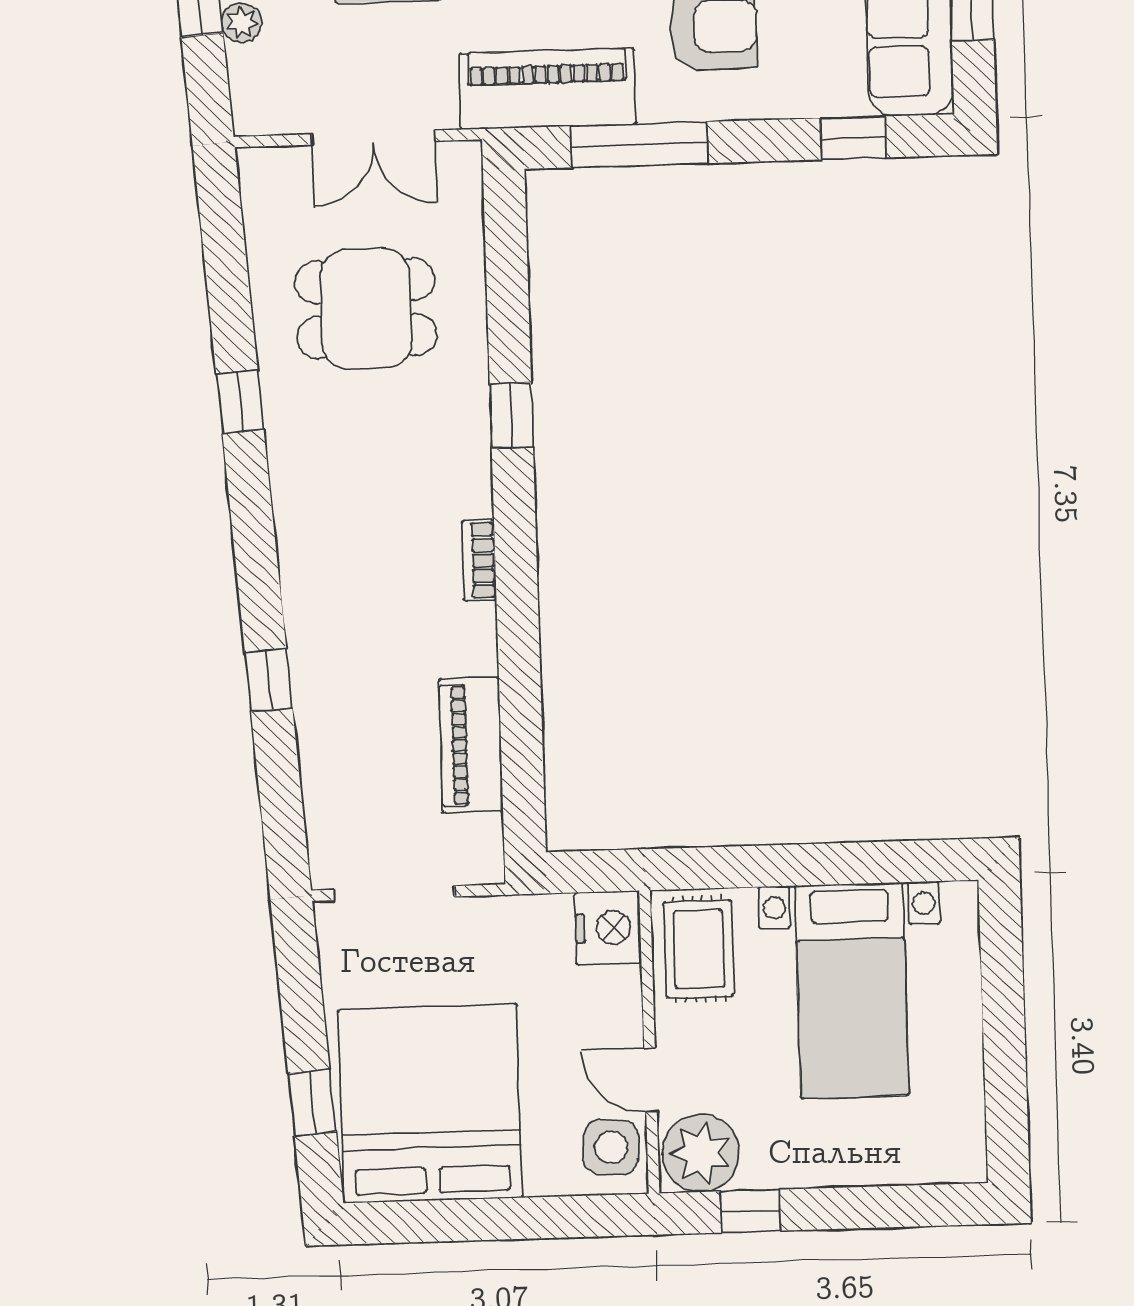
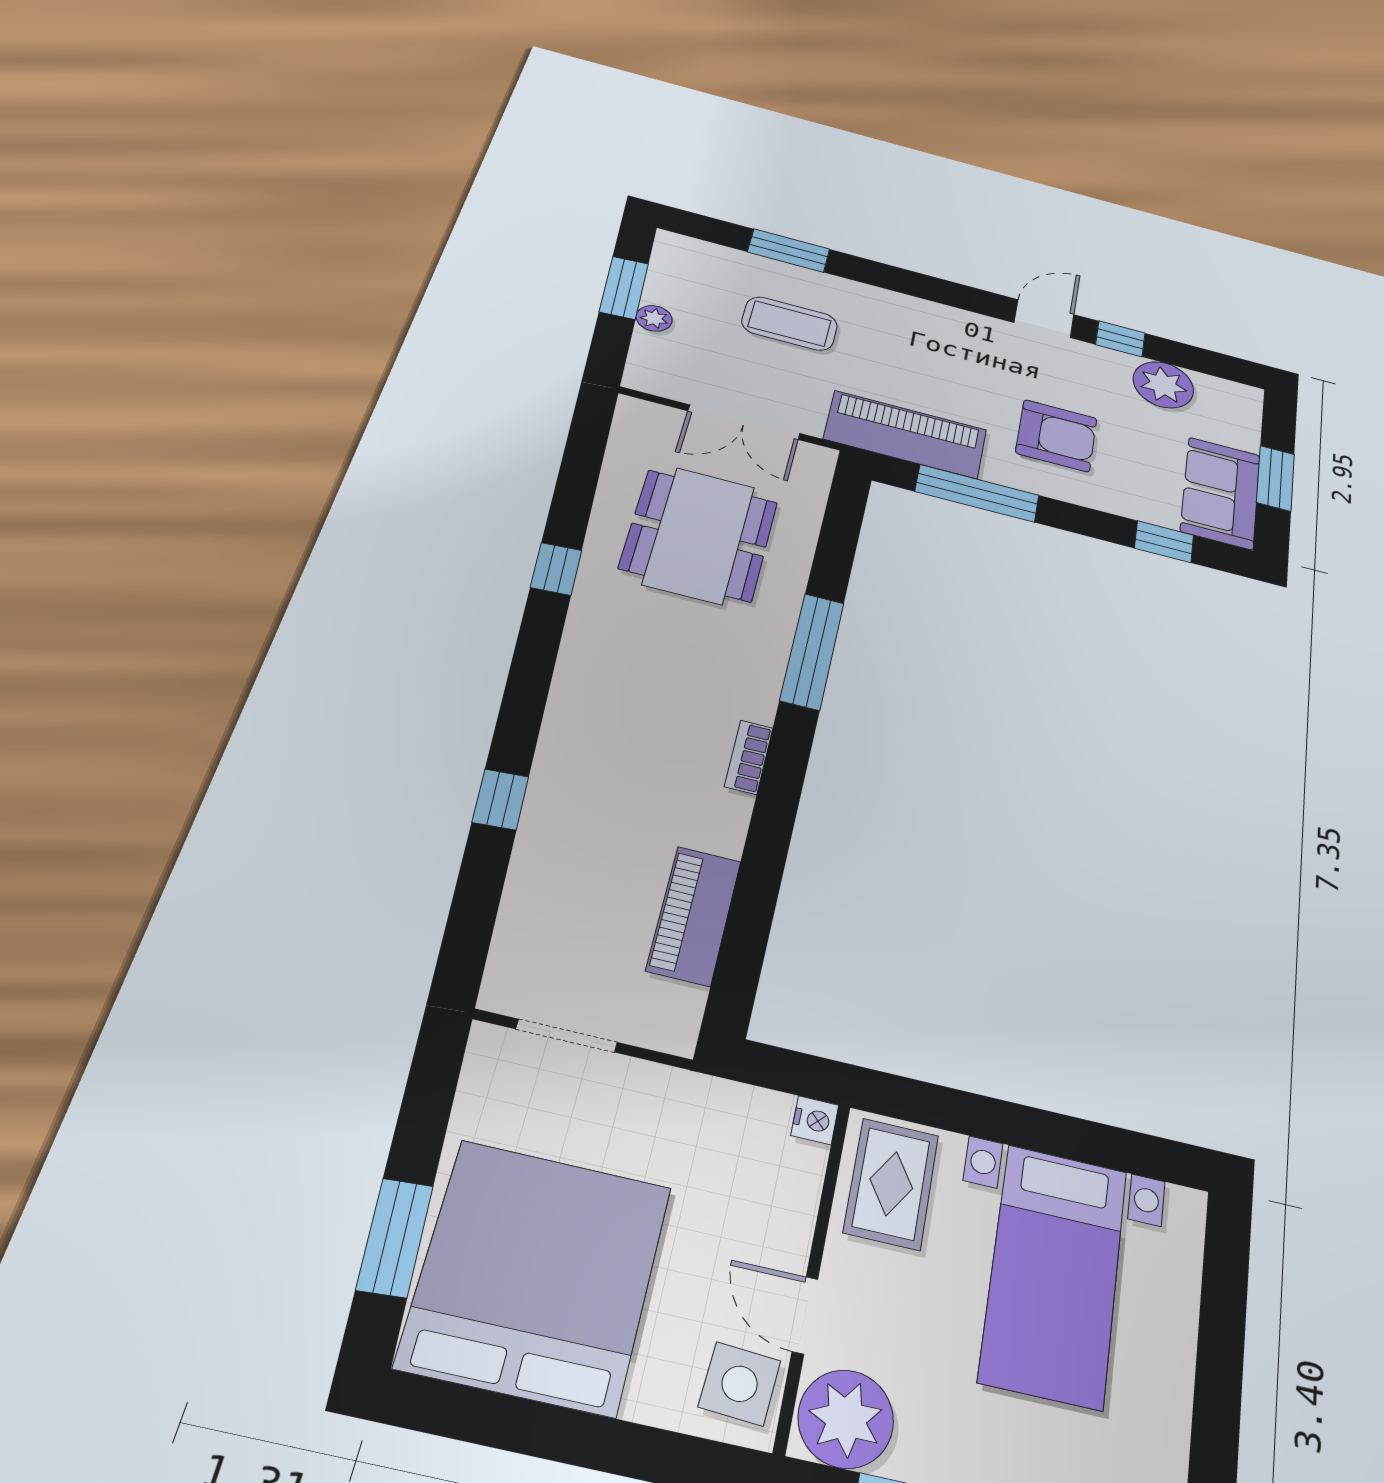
dining table: (366, 309) -> (699, 535), width x1.38
window: (511, 415) -> (812, 651), width x2.17
doorway: (394, 893) -> (567, 1036), width x0.73
nightstand: (608, 928) -> (815, 1120), width x0.53, depth x0.56
window: (312, 1103) -> (395, 1238), width x1.50

